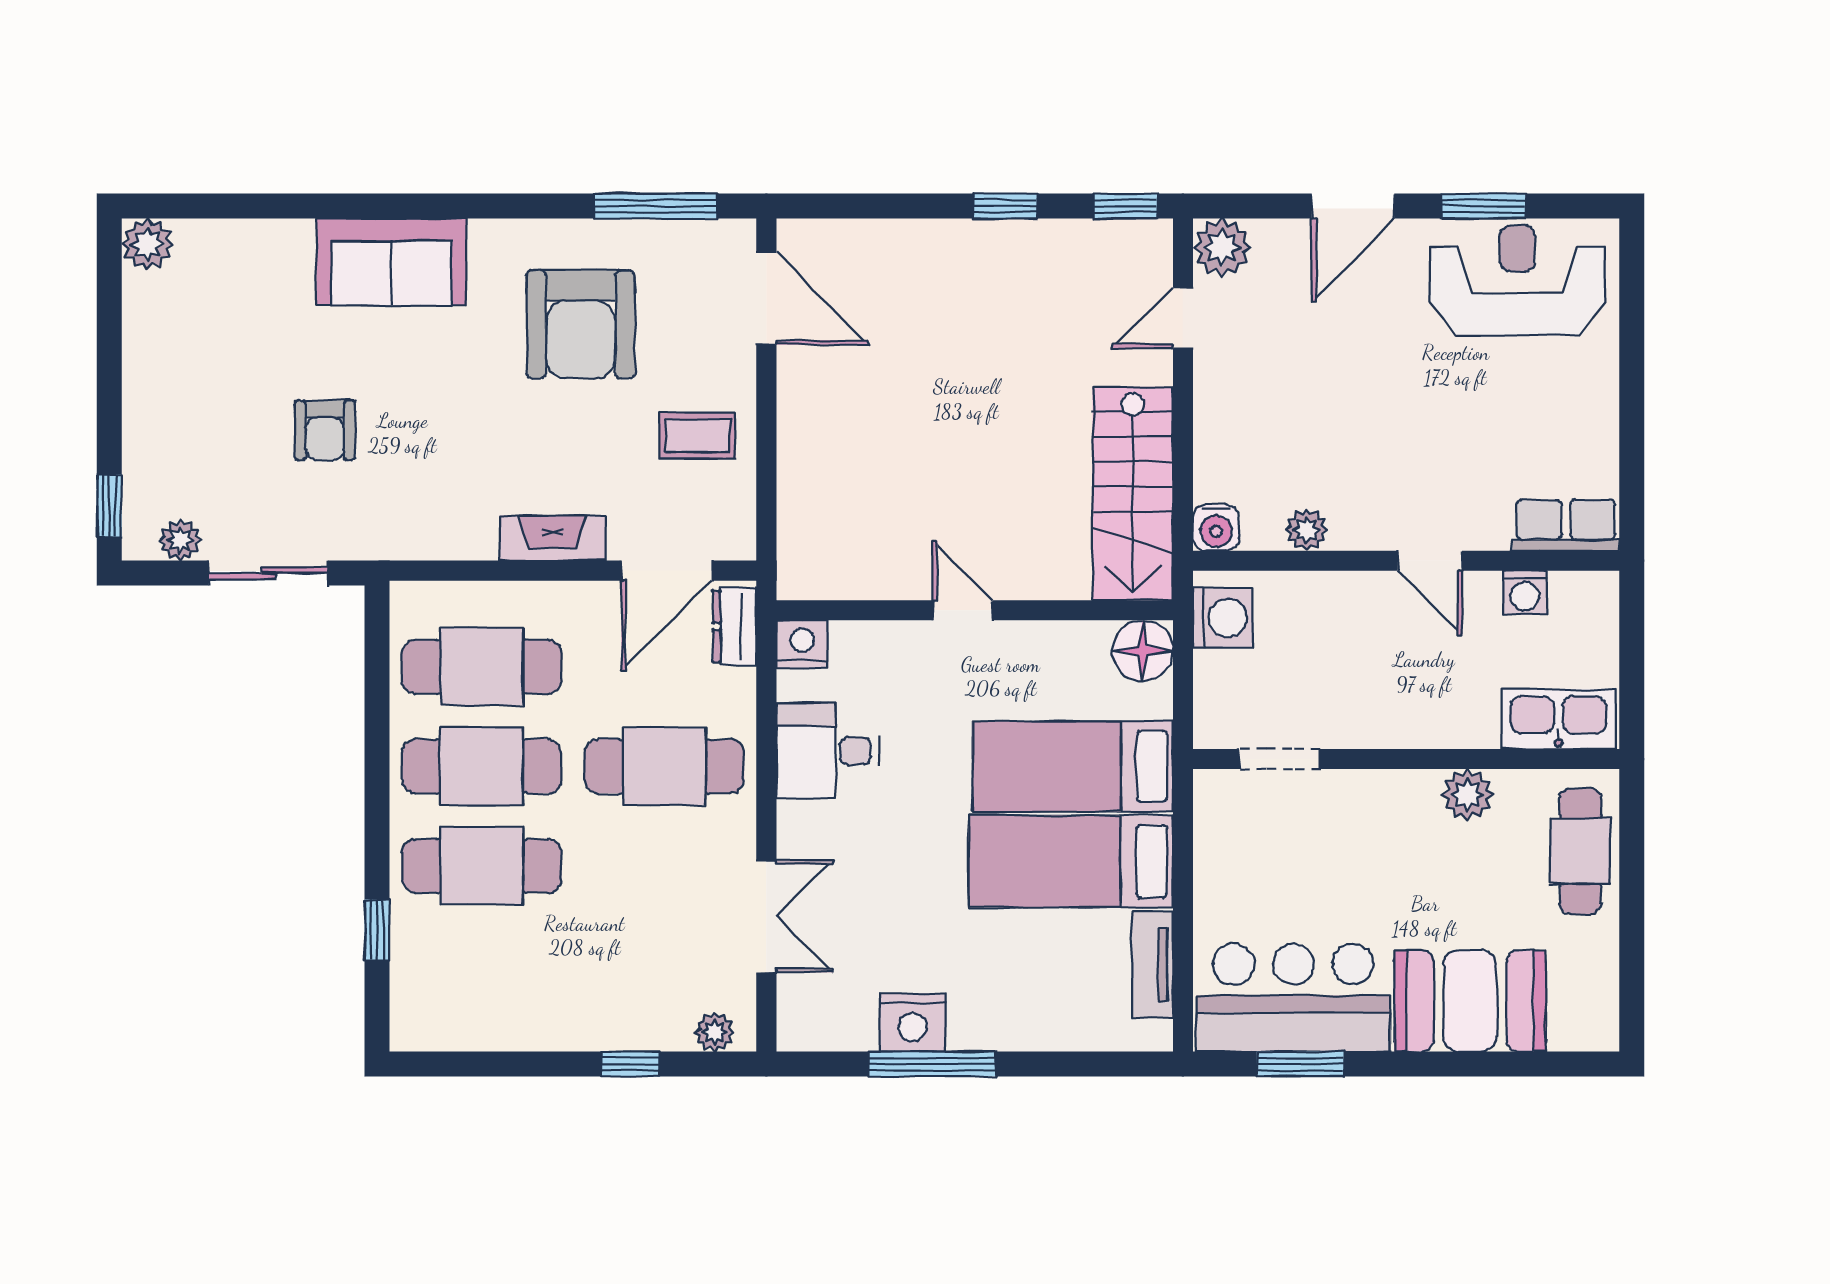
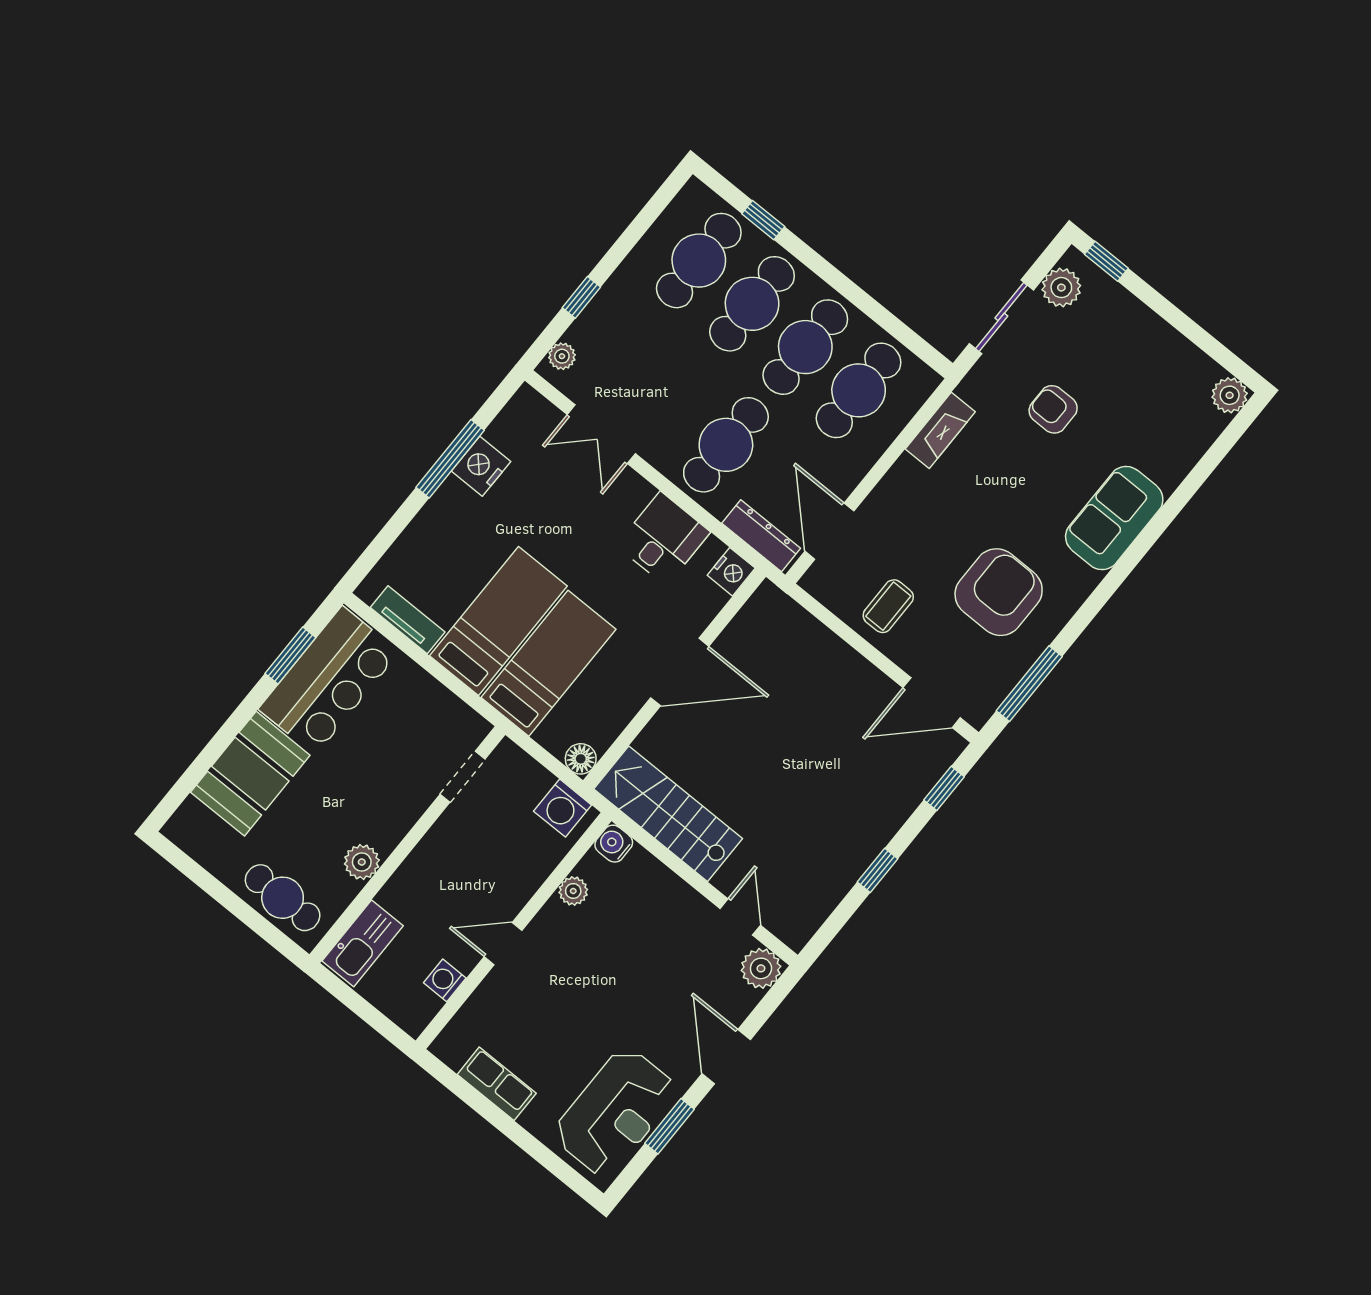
window: (1125, 206) -> (944, 788), moved
armchair: (581, 324) -> (999, 592), turned 90
row of seats: (1566, 525) -> (497, 1084), moved, turned -90
fireplace: (553, 538) -> (940, 430), moved
plant: (180, 540) -> (1061, 288), width x1.38, depth x1.38
door: (963, 610) -> (680, 672), width x1.88
dresser: (735, 626) -> (761, 536), width x1.44
floor lamp: (1143, 651) -> (581, 759), width x0.73, depth x0.73
cafe table: (482, 965) -> (699, 261), added

